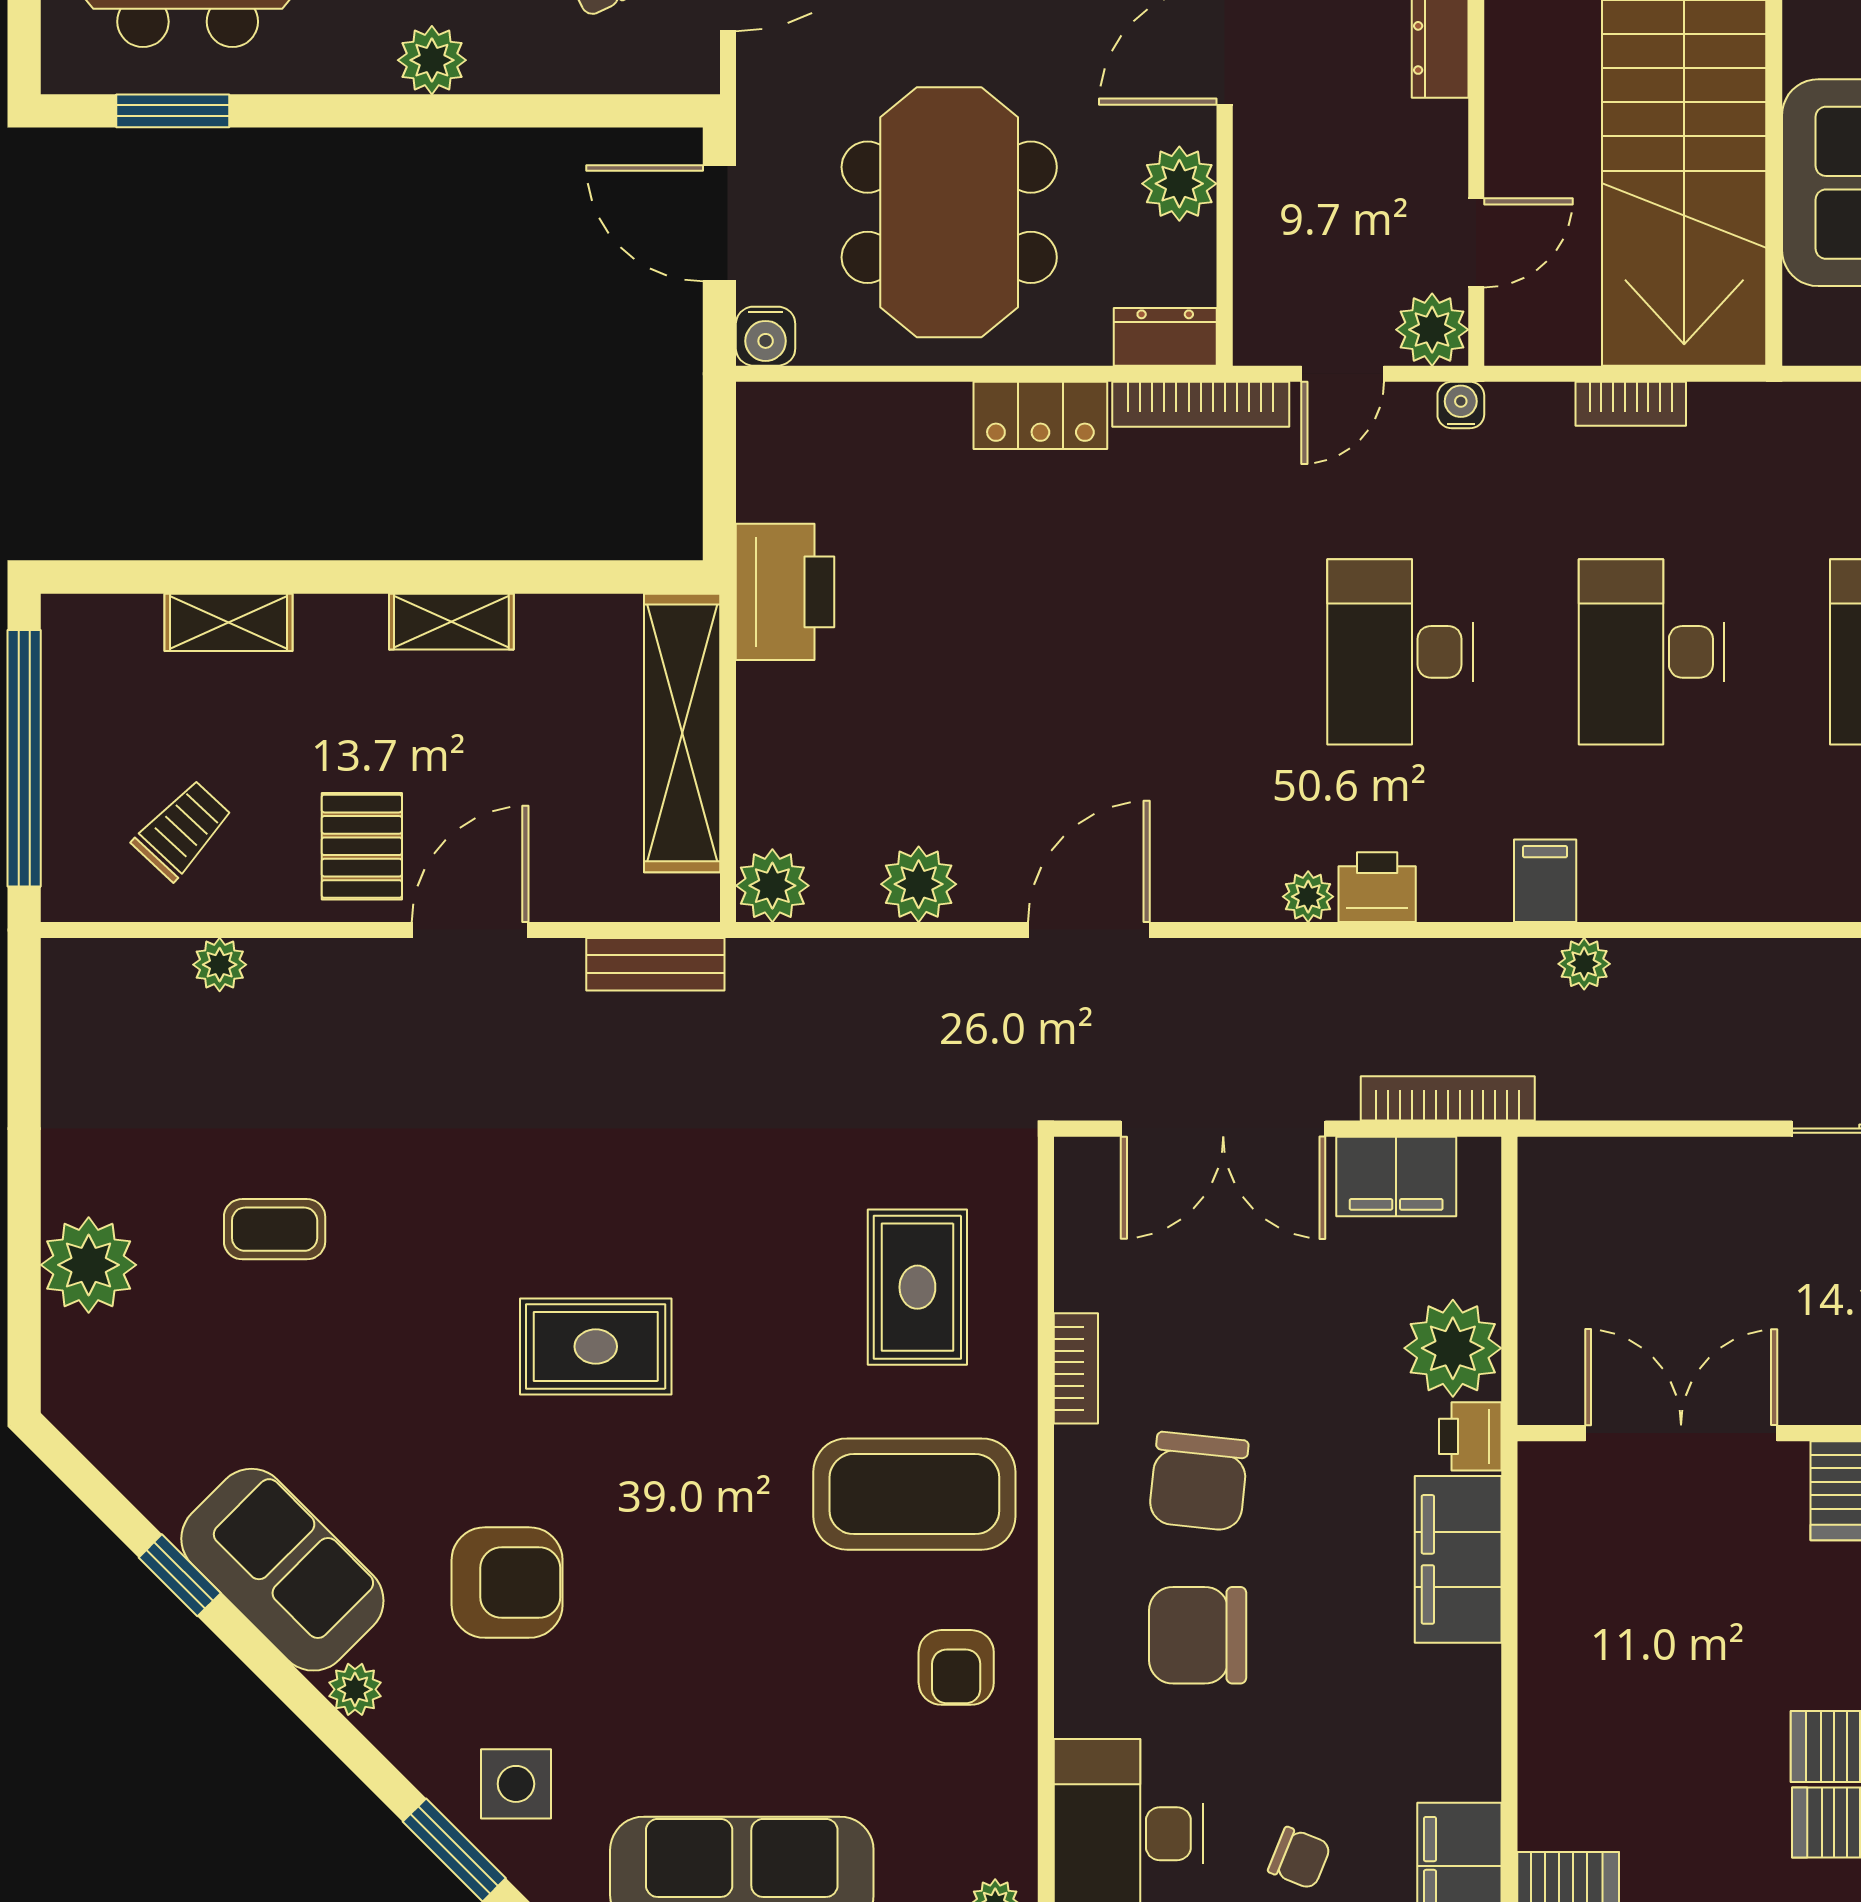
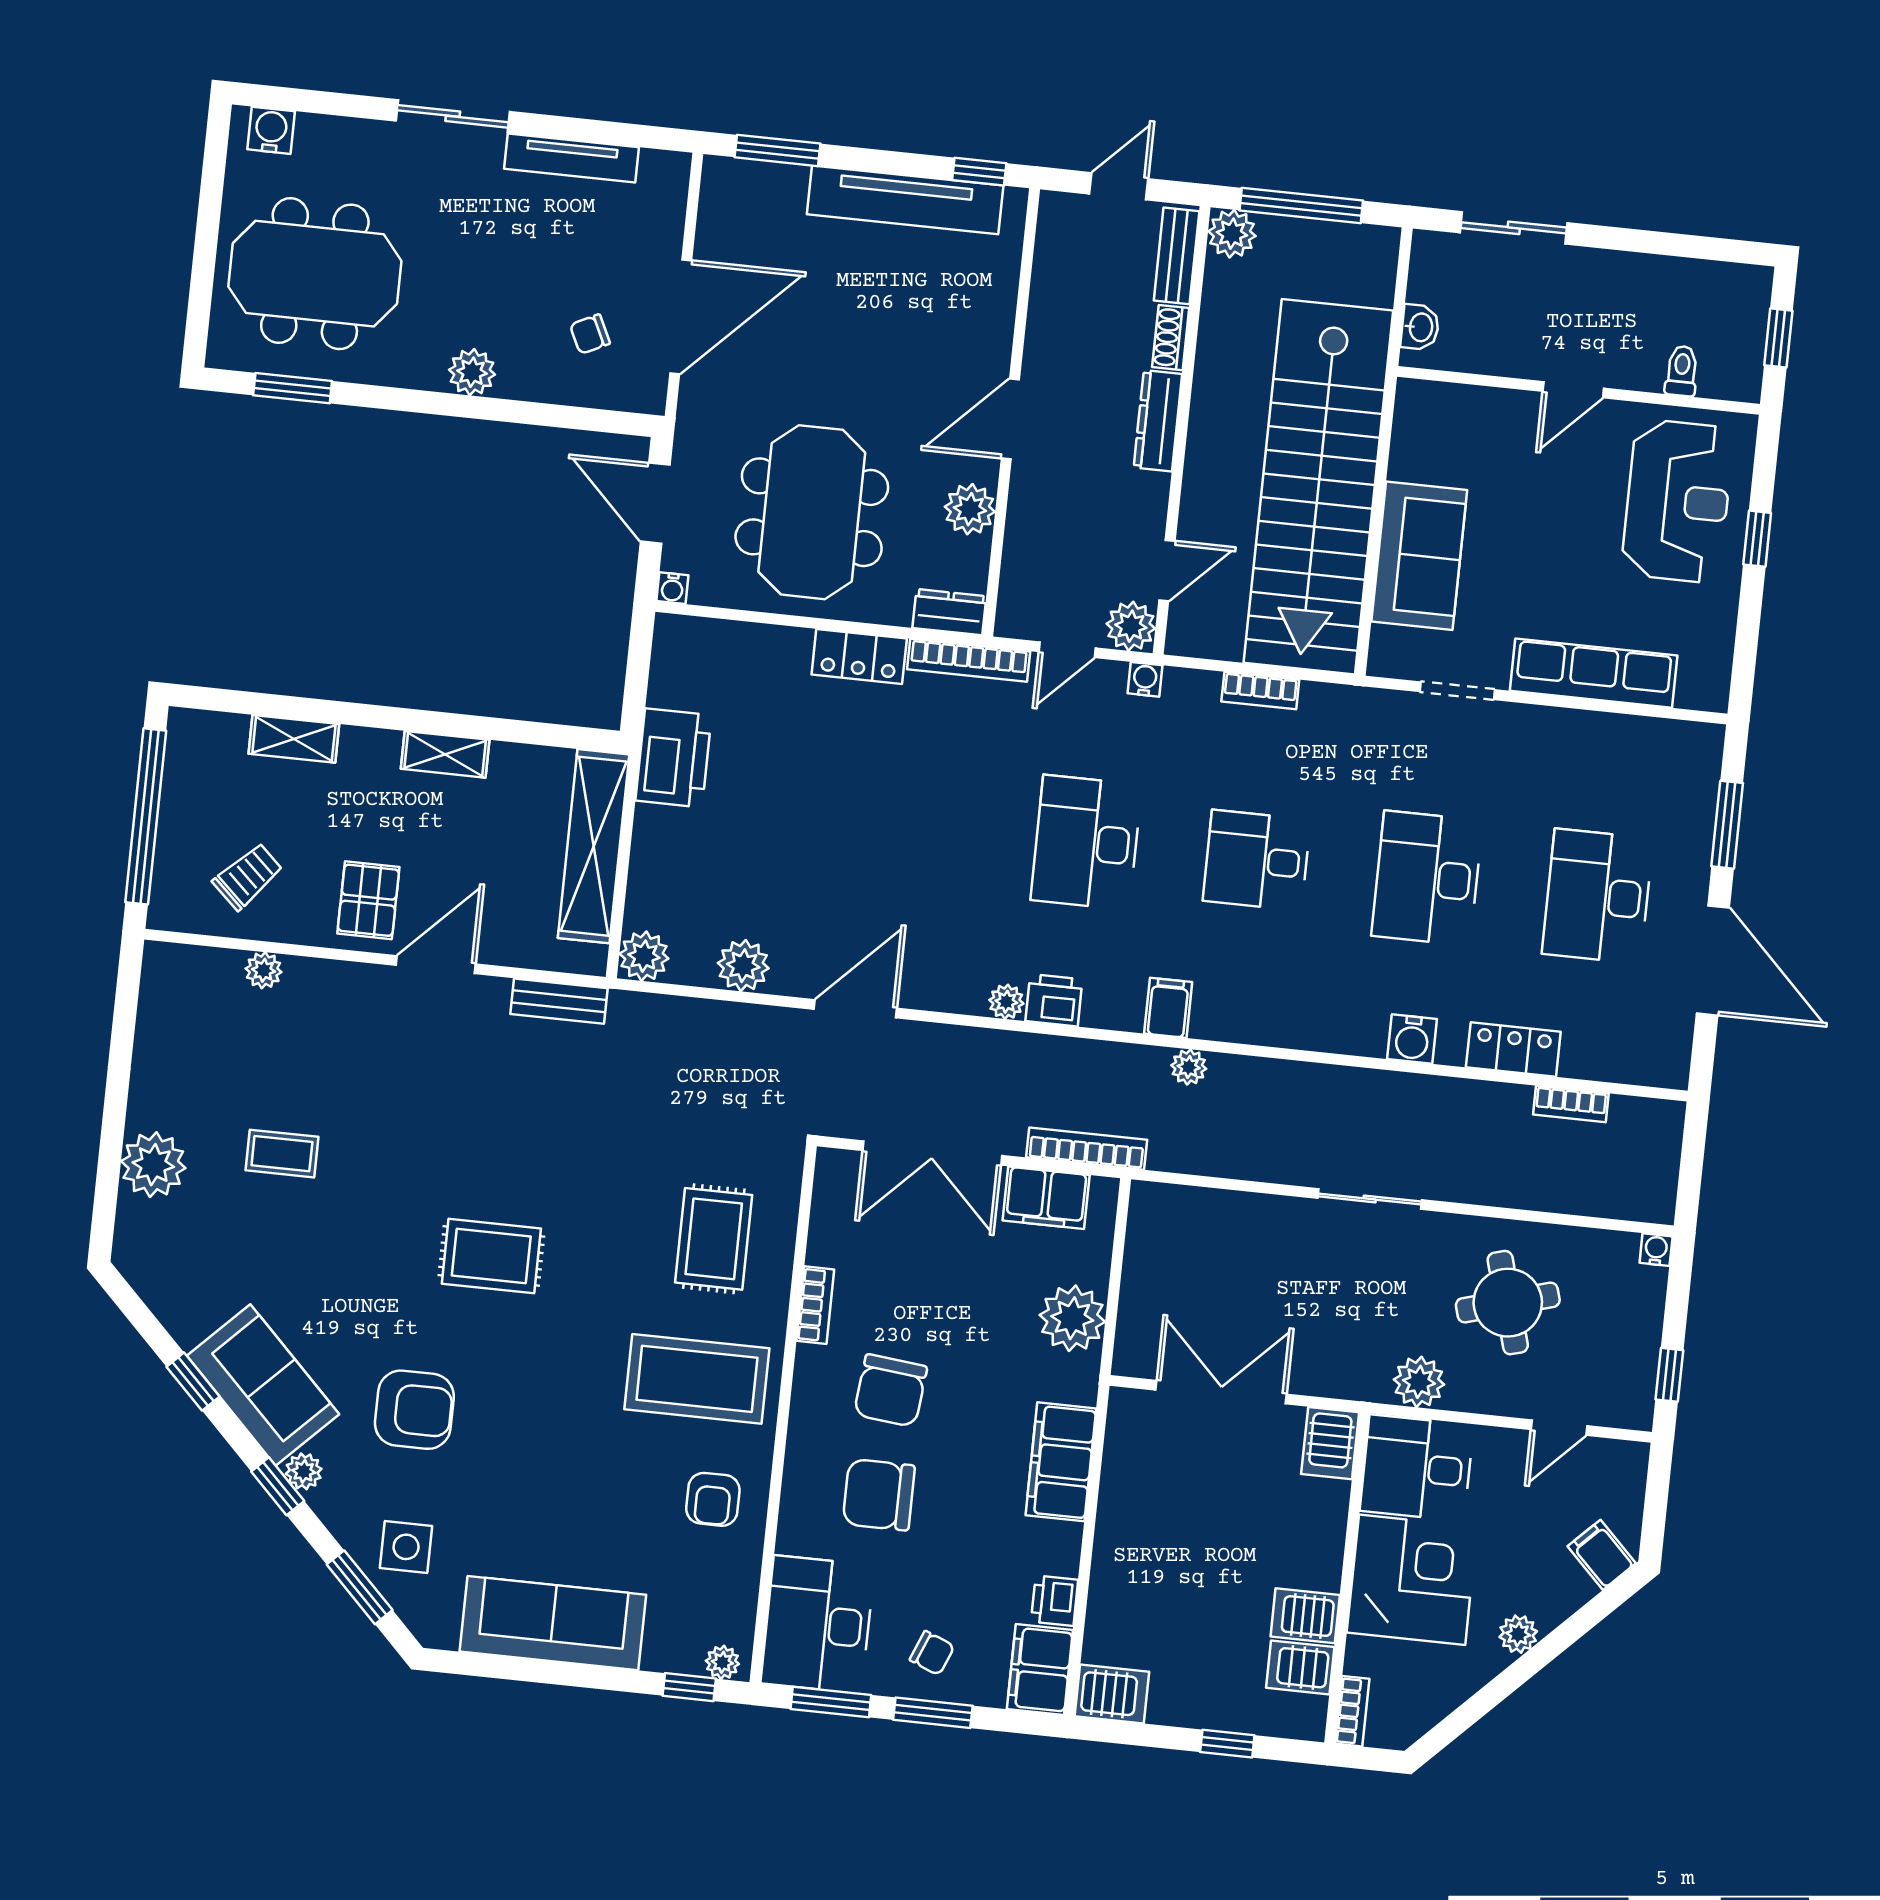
water cooler: (766, 336) -> (672, 588), width x0.72, depth x0.72
desk: (1652, 652) -> (1257, 860), width x0.73
printer: (1470, 1436) -> (1055, 1601), moved
window: (319, 1715) -> (278, 1486), added

